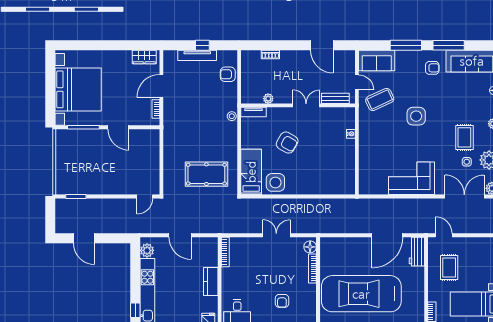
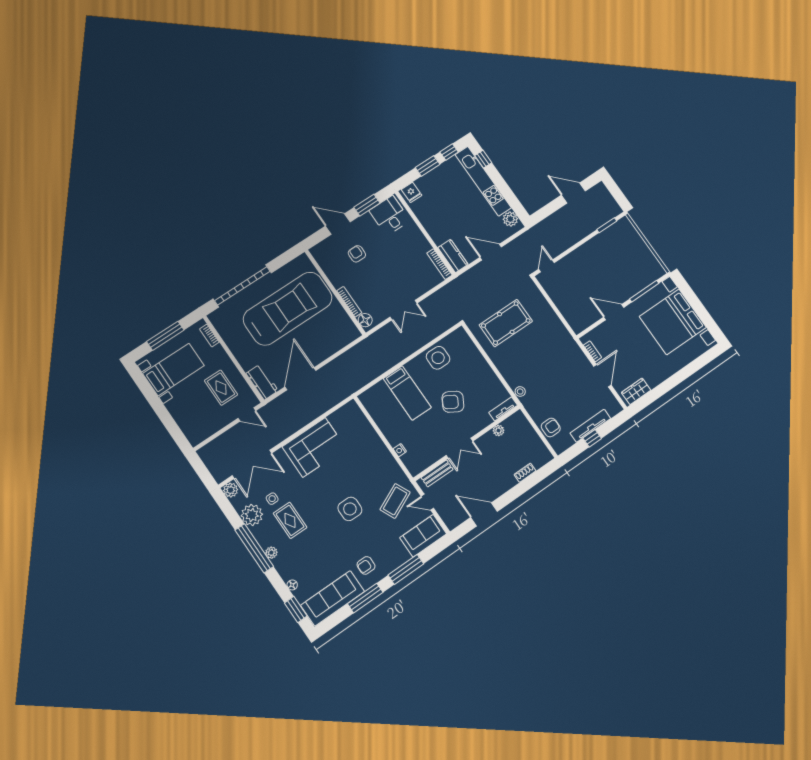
bed: (251, 172) -> (407, 393), moved
kitchen counter: (211, 281) -> (453, 256), moved

